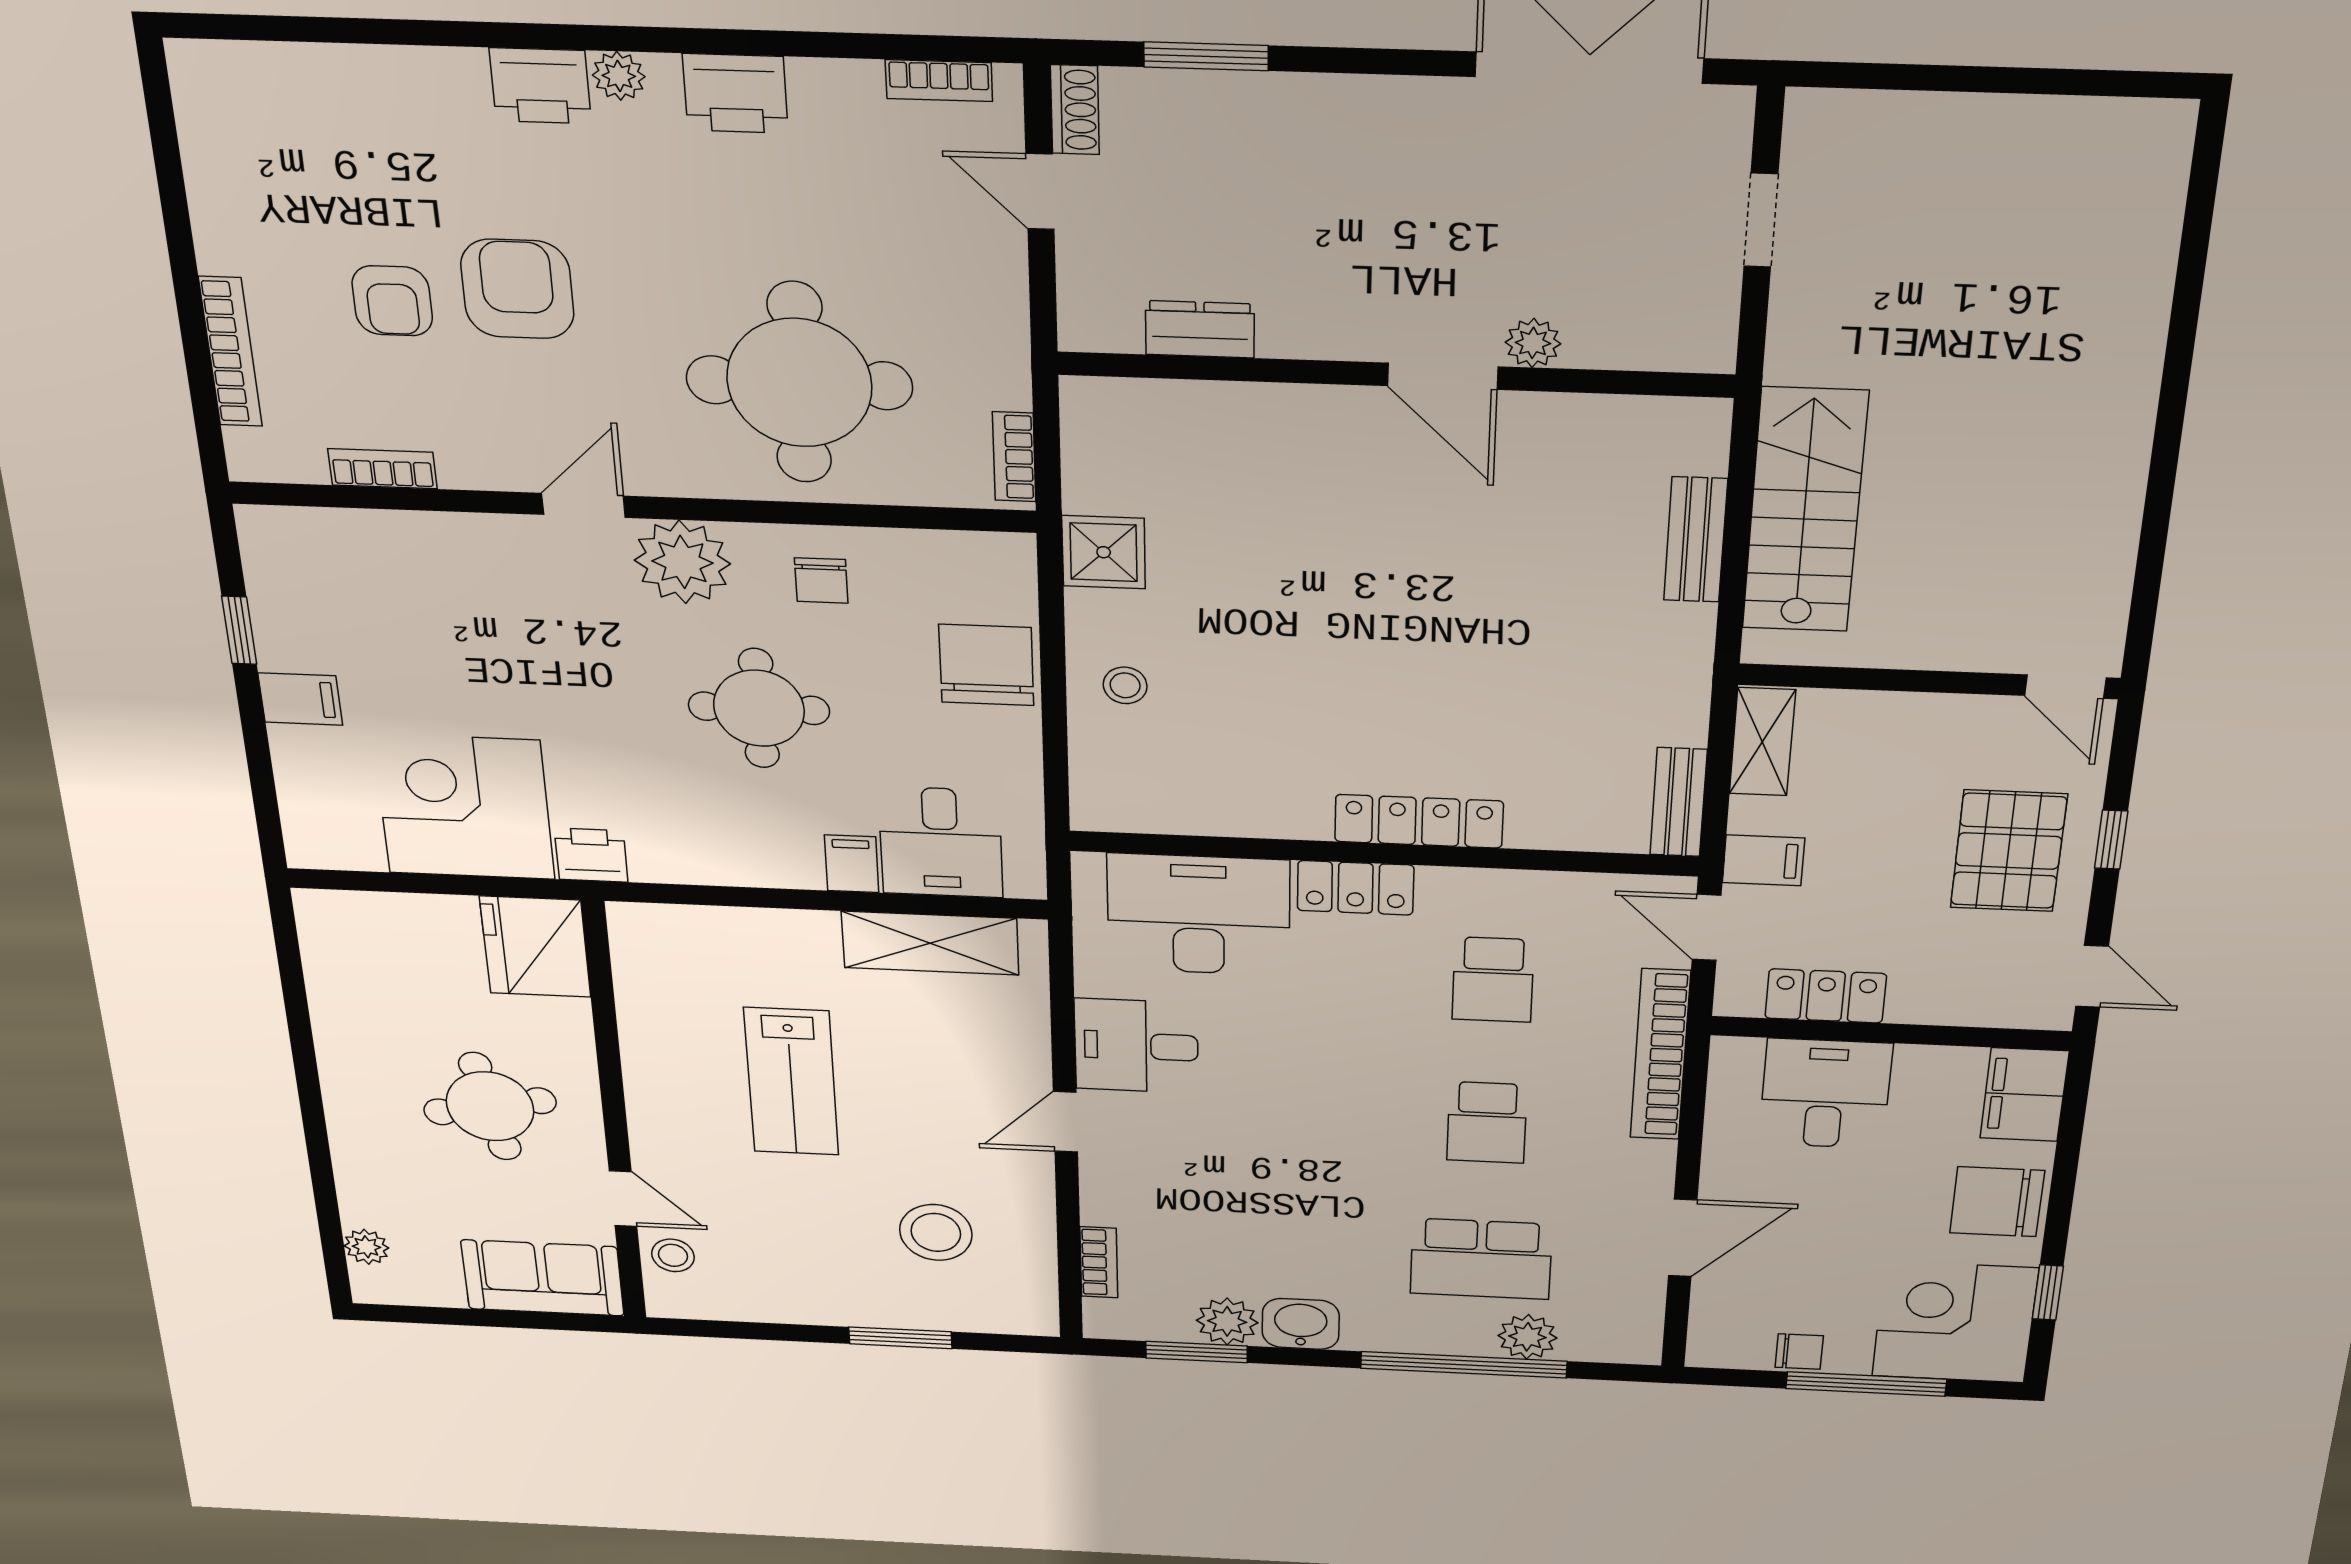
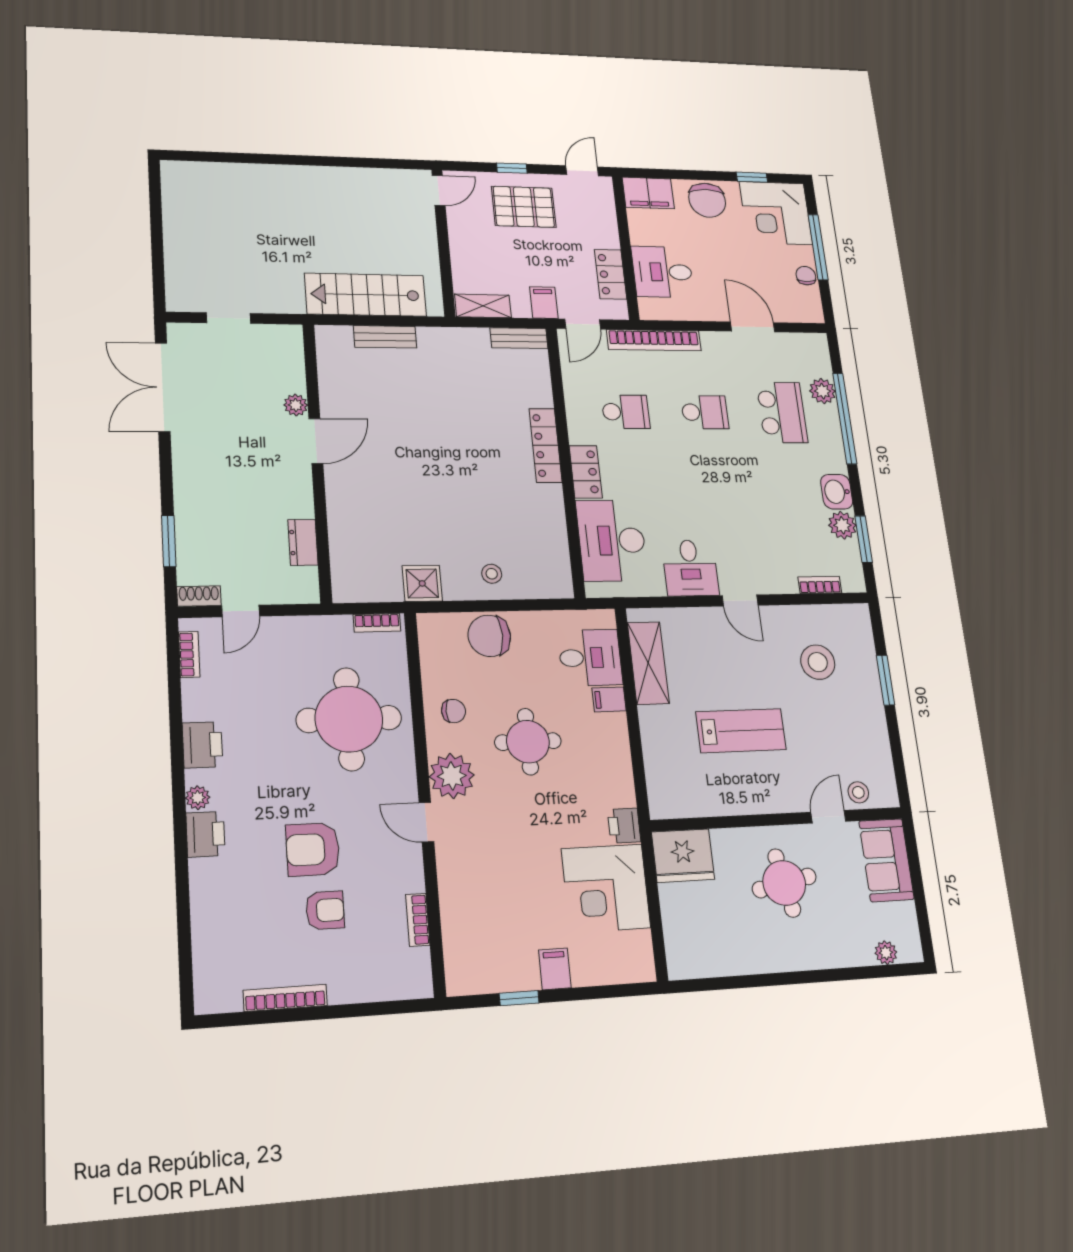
bookcase: (230, 352) -> (285, 998), moved

